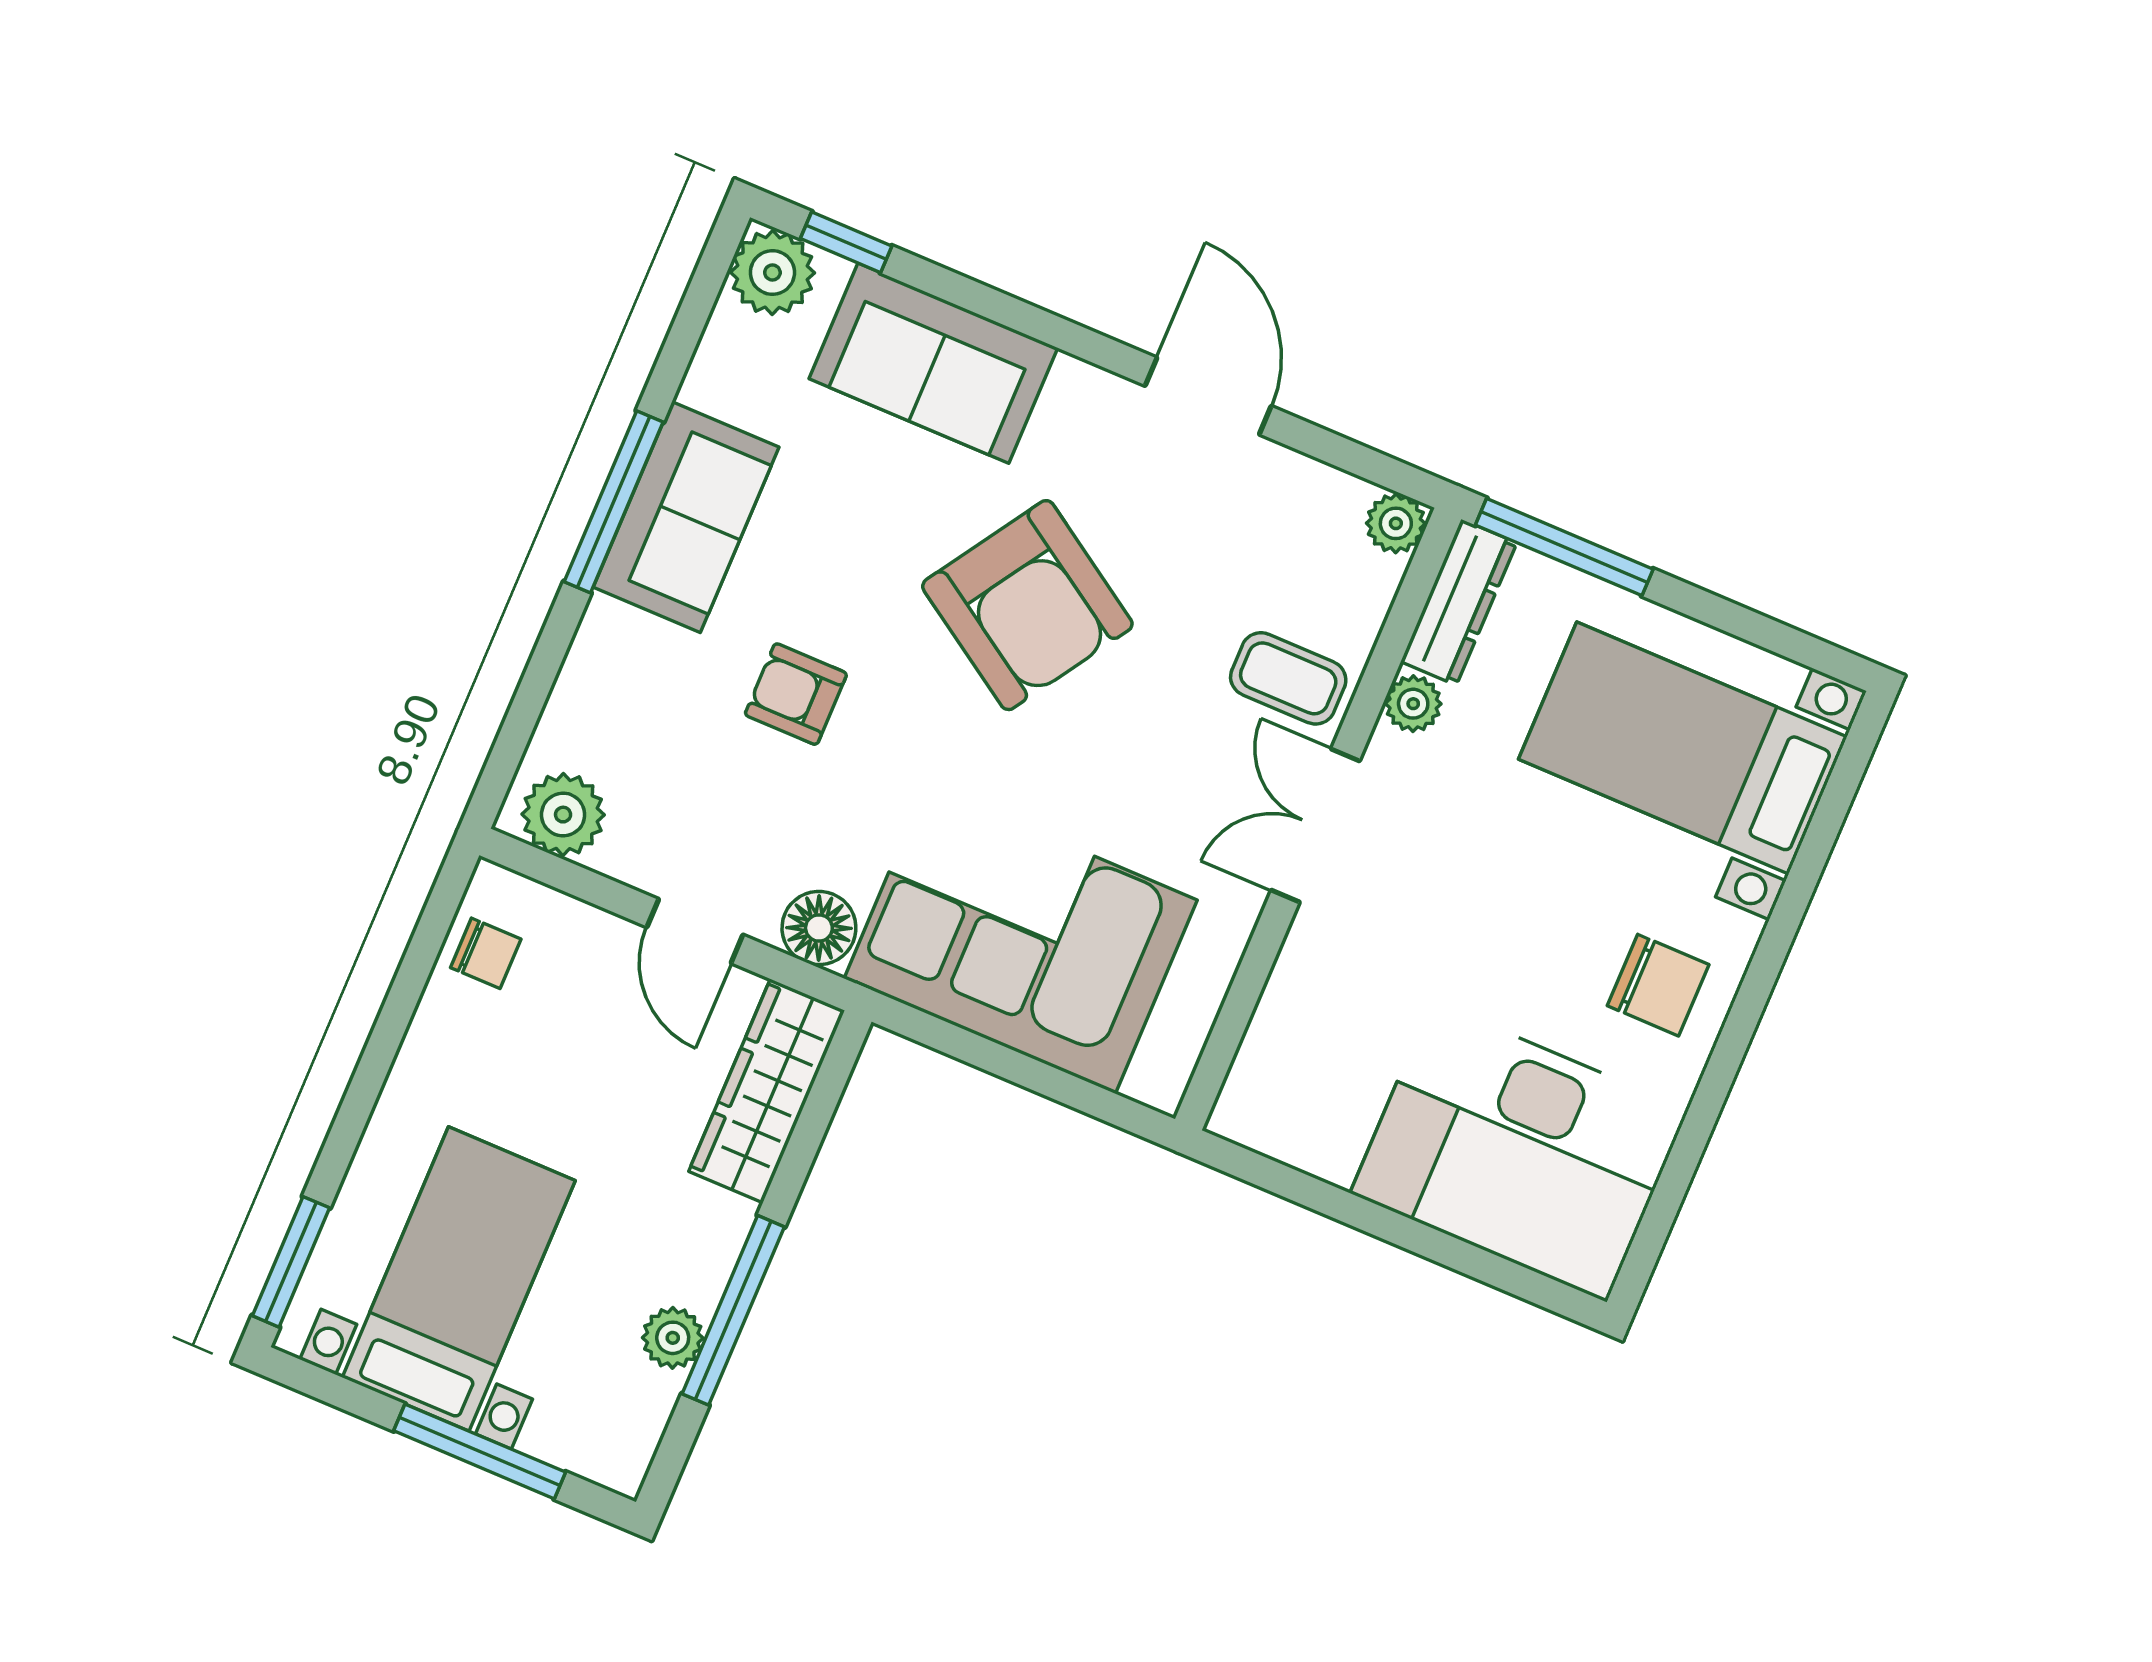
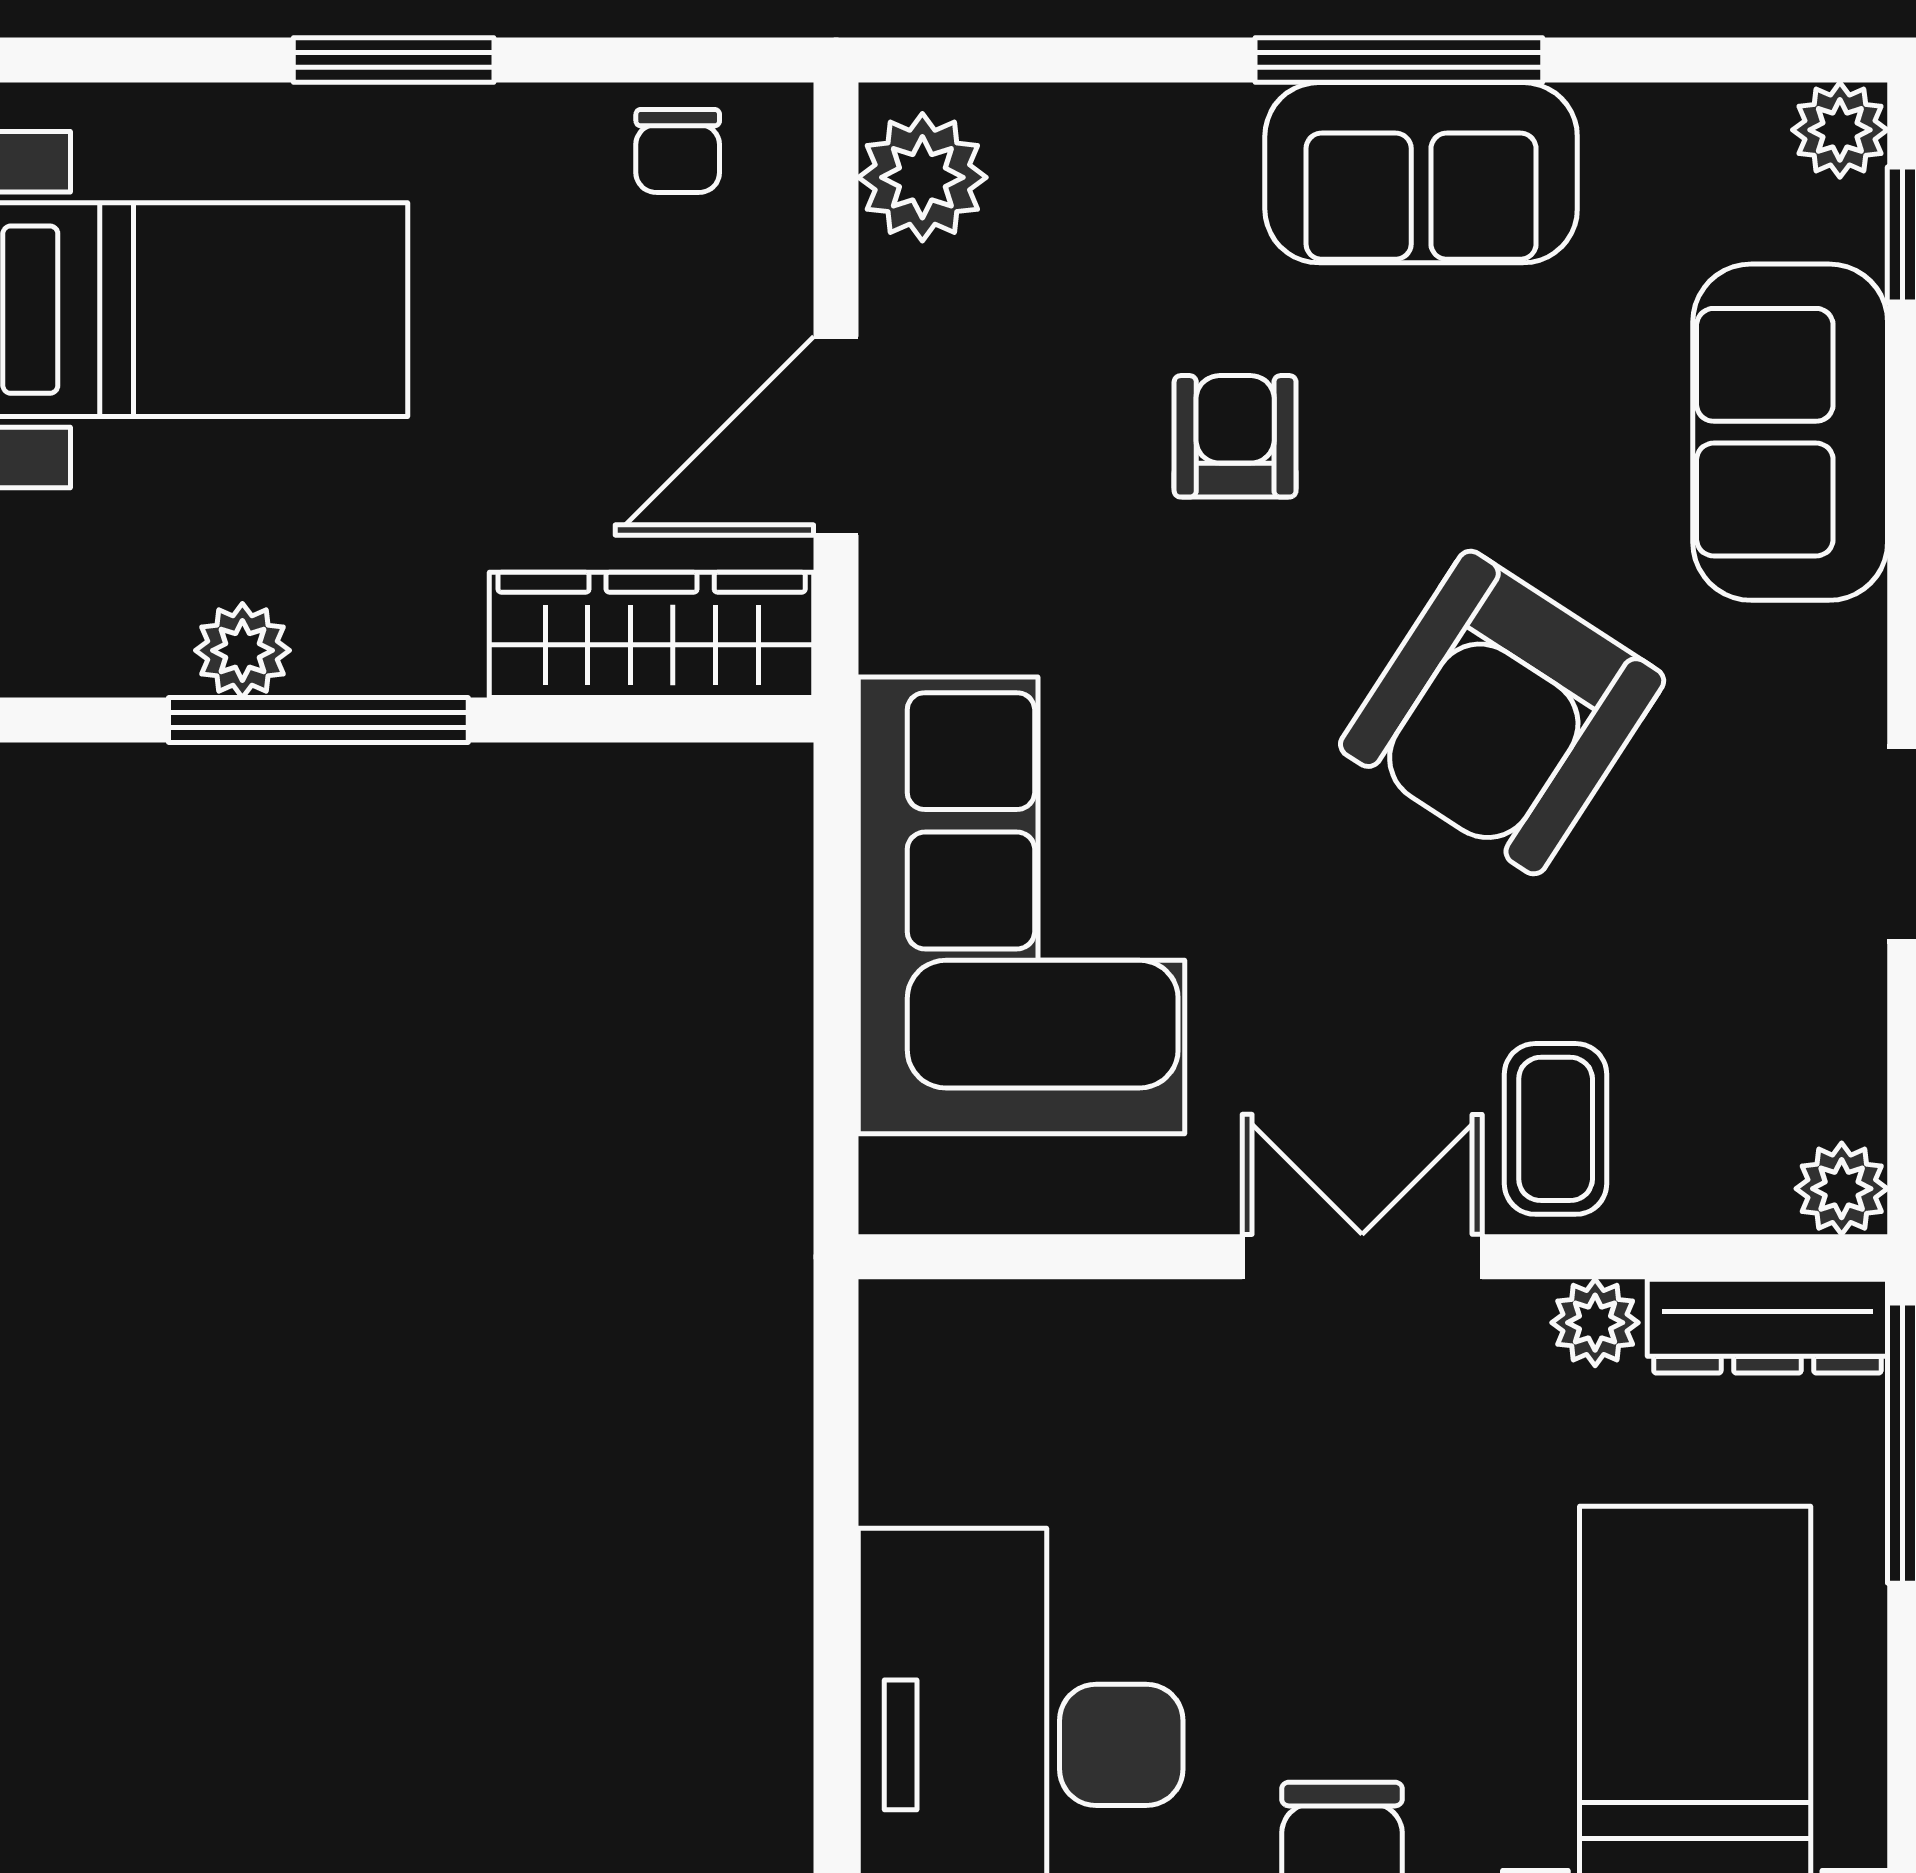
plant: (772, 272) -> (1840, 130), width x0.73, depth x0.73
floor lamp: (819, 928) -> (915, 611), removed
door: (695, 931) -> (836, 436), width x1.38
window: (291, 1262) -> (394, 60), moved

